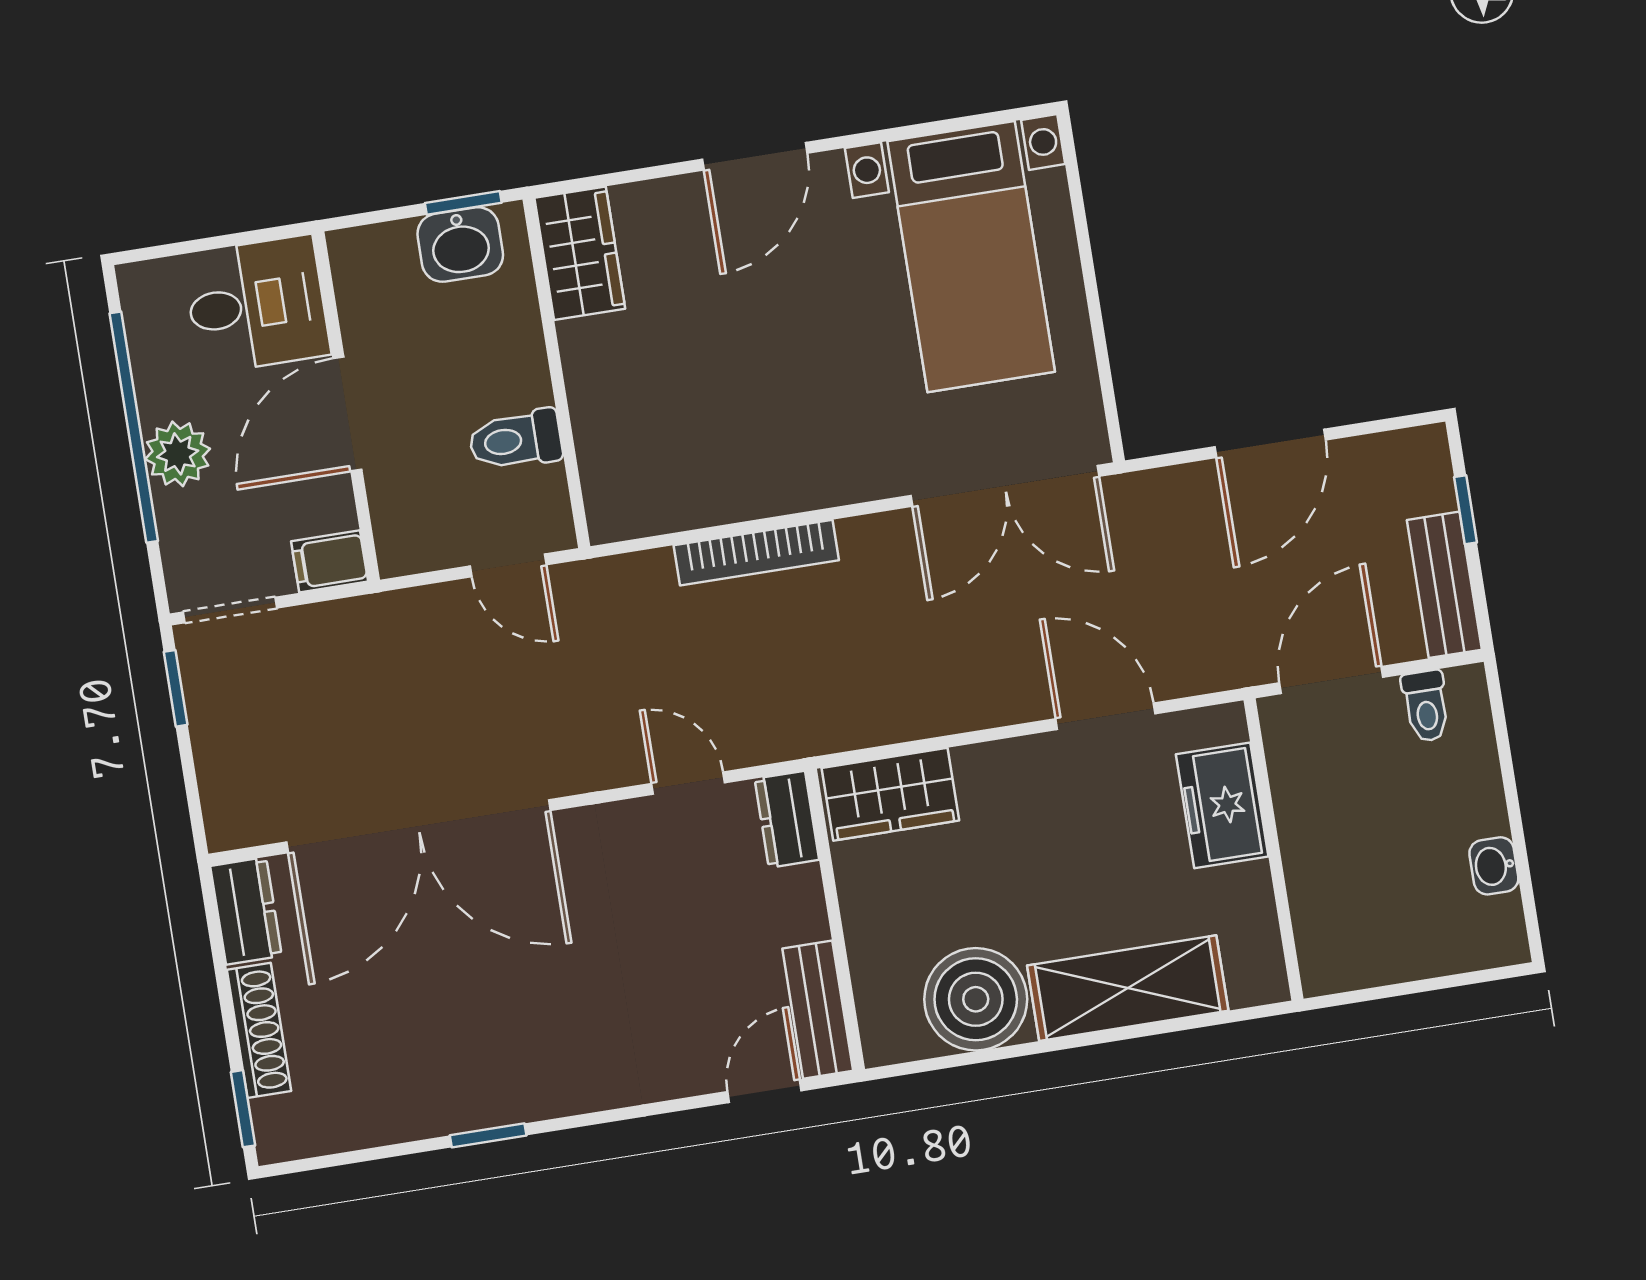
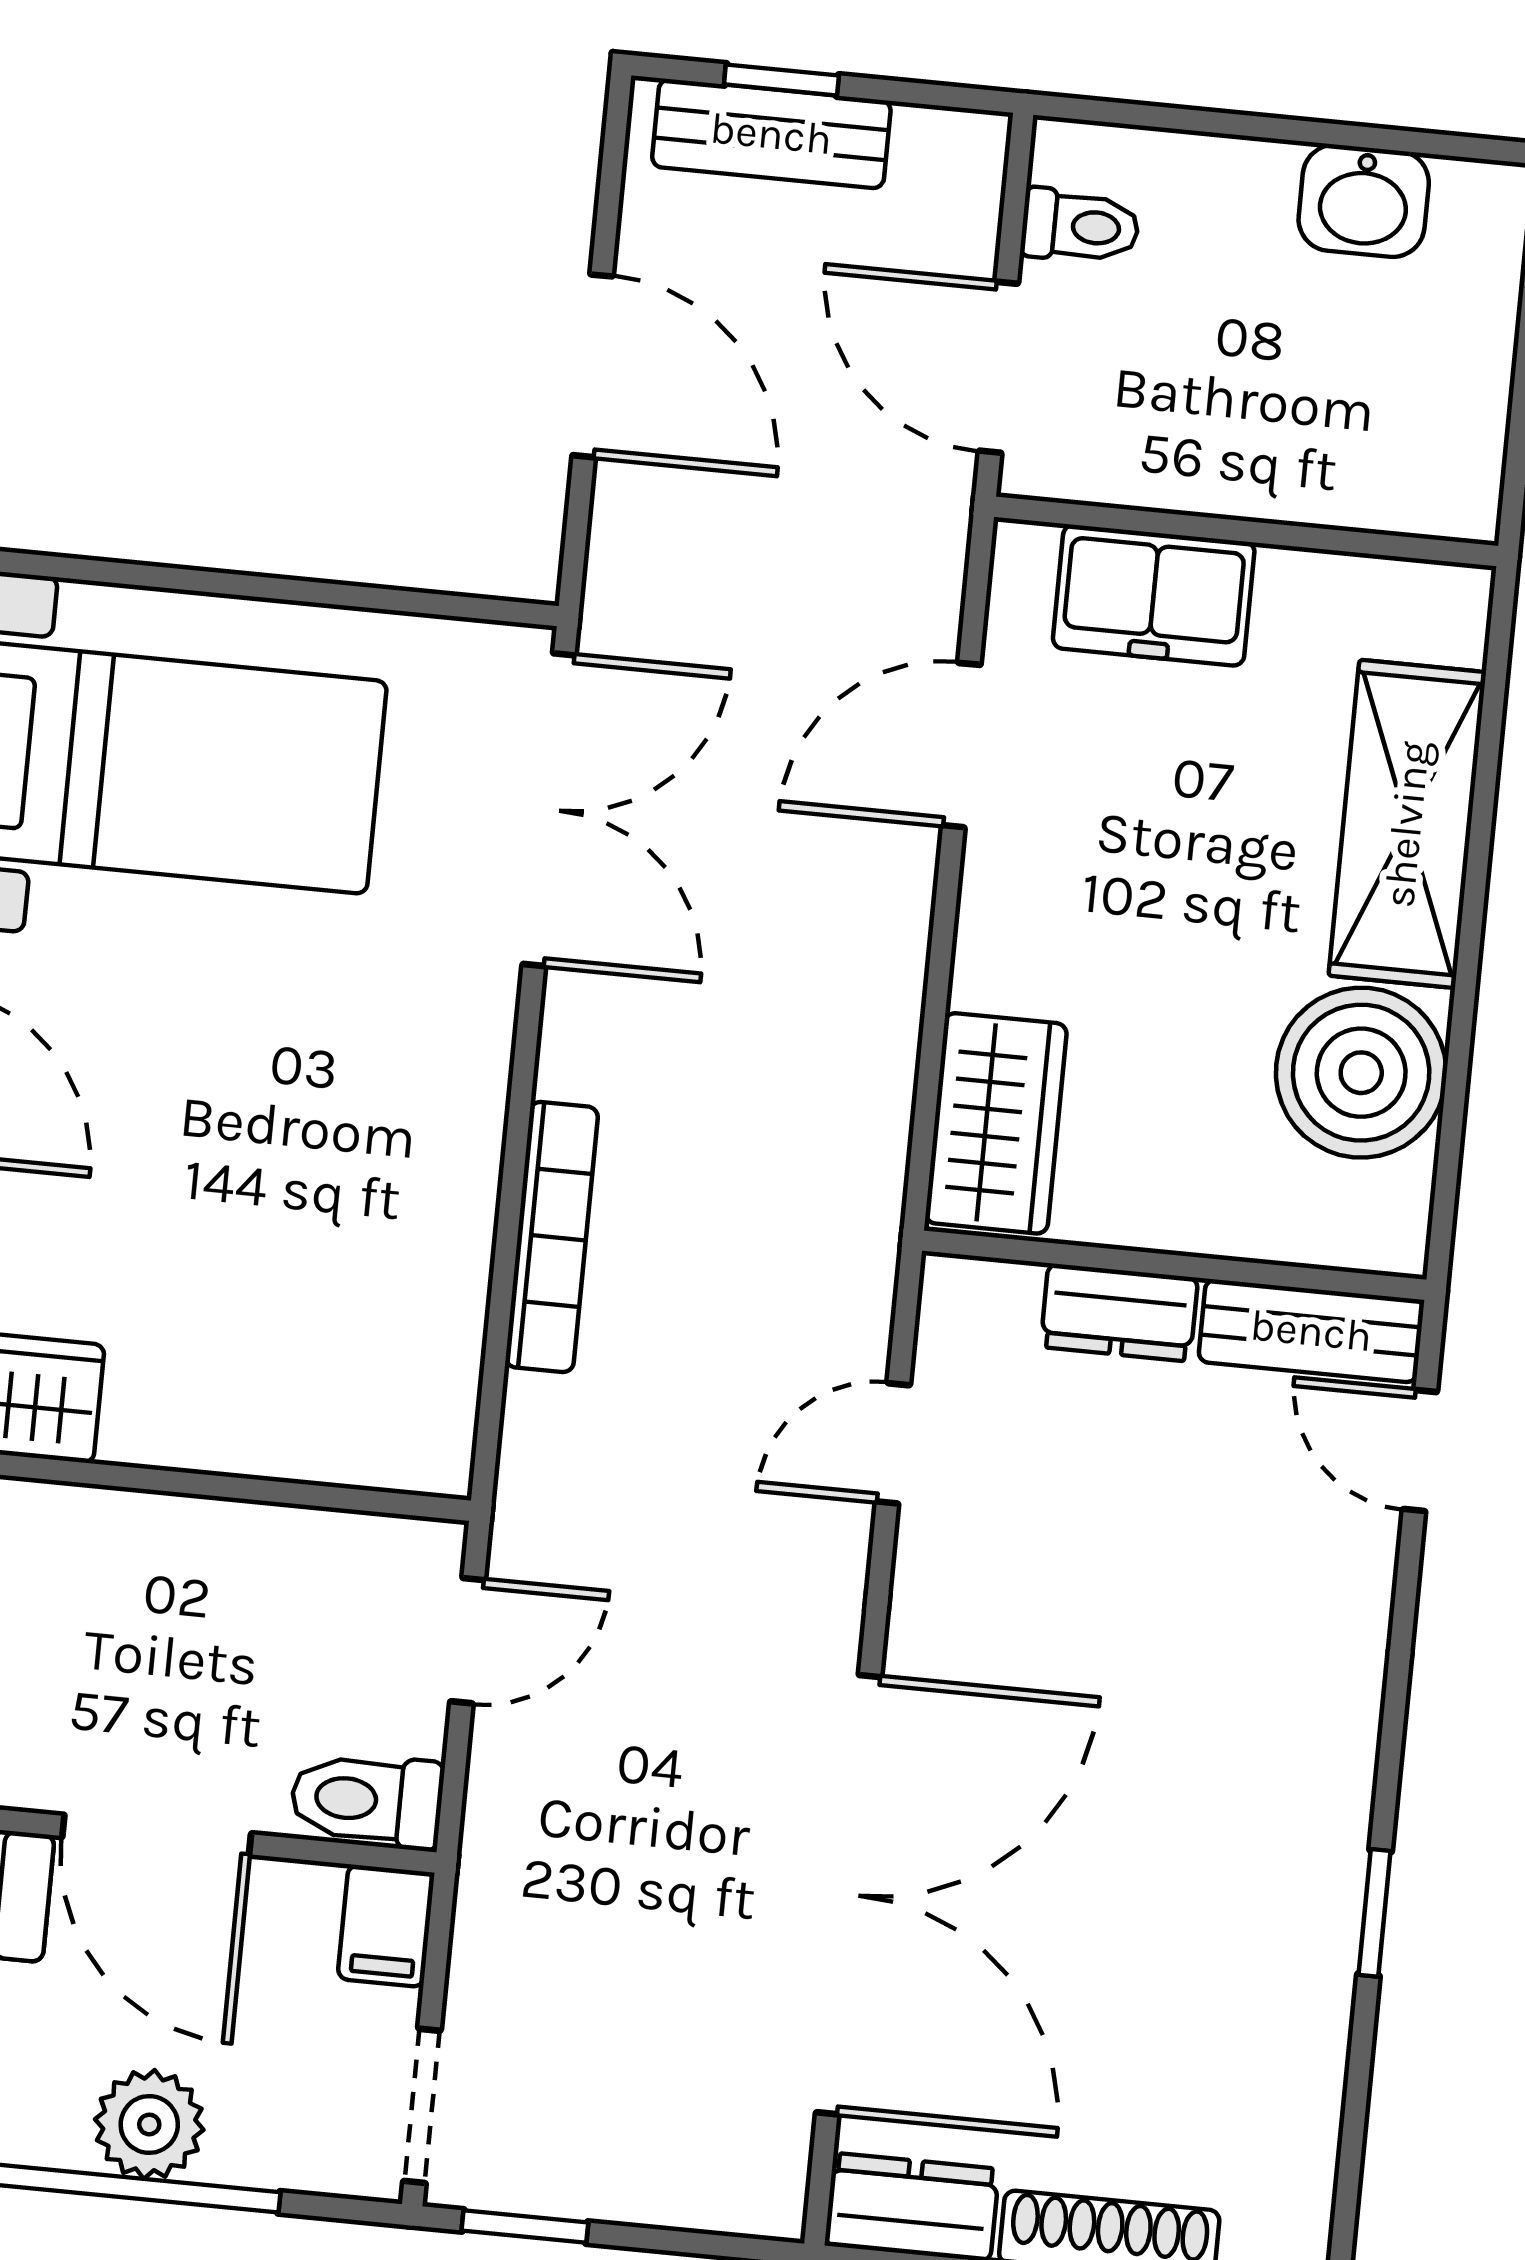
toilet: (516, 440) -> (367, 1800), moved, turned 90
bench: (1444, 585) -> (771, 134), moved
dresser: (787, 819) -> (1119, 1312), moved
washbasin: (1494, 866) -> (1364, 201), width x1.38, depth x1.45

